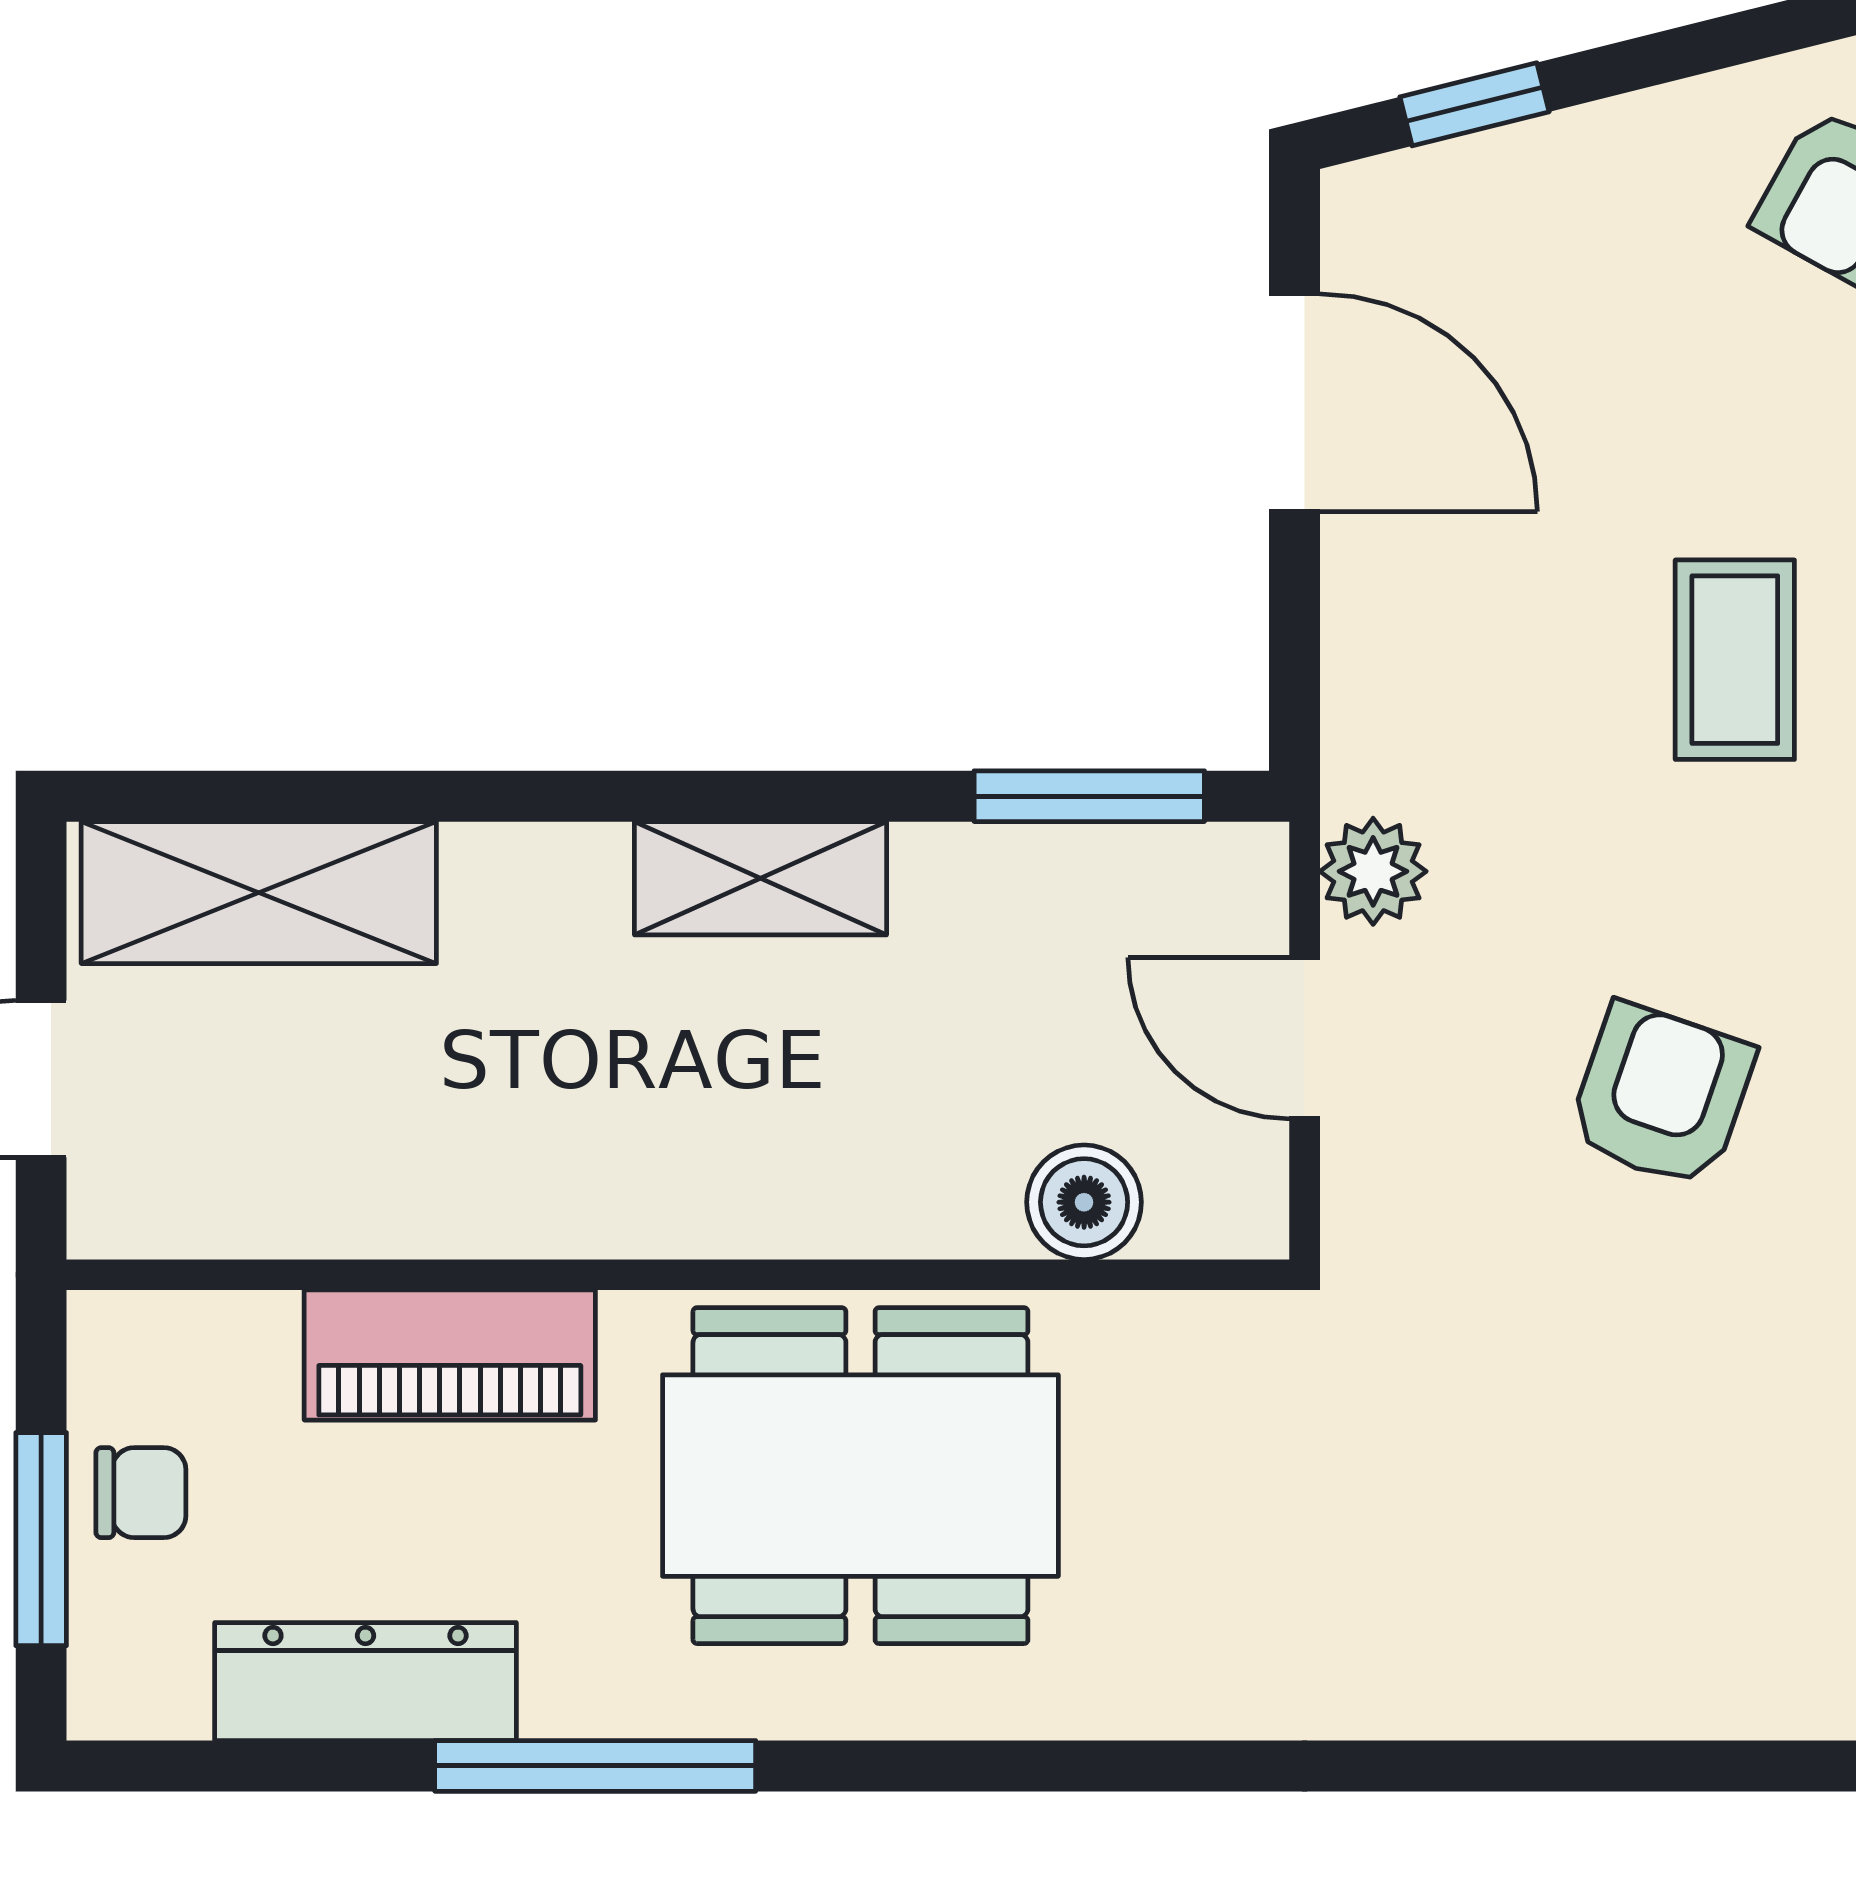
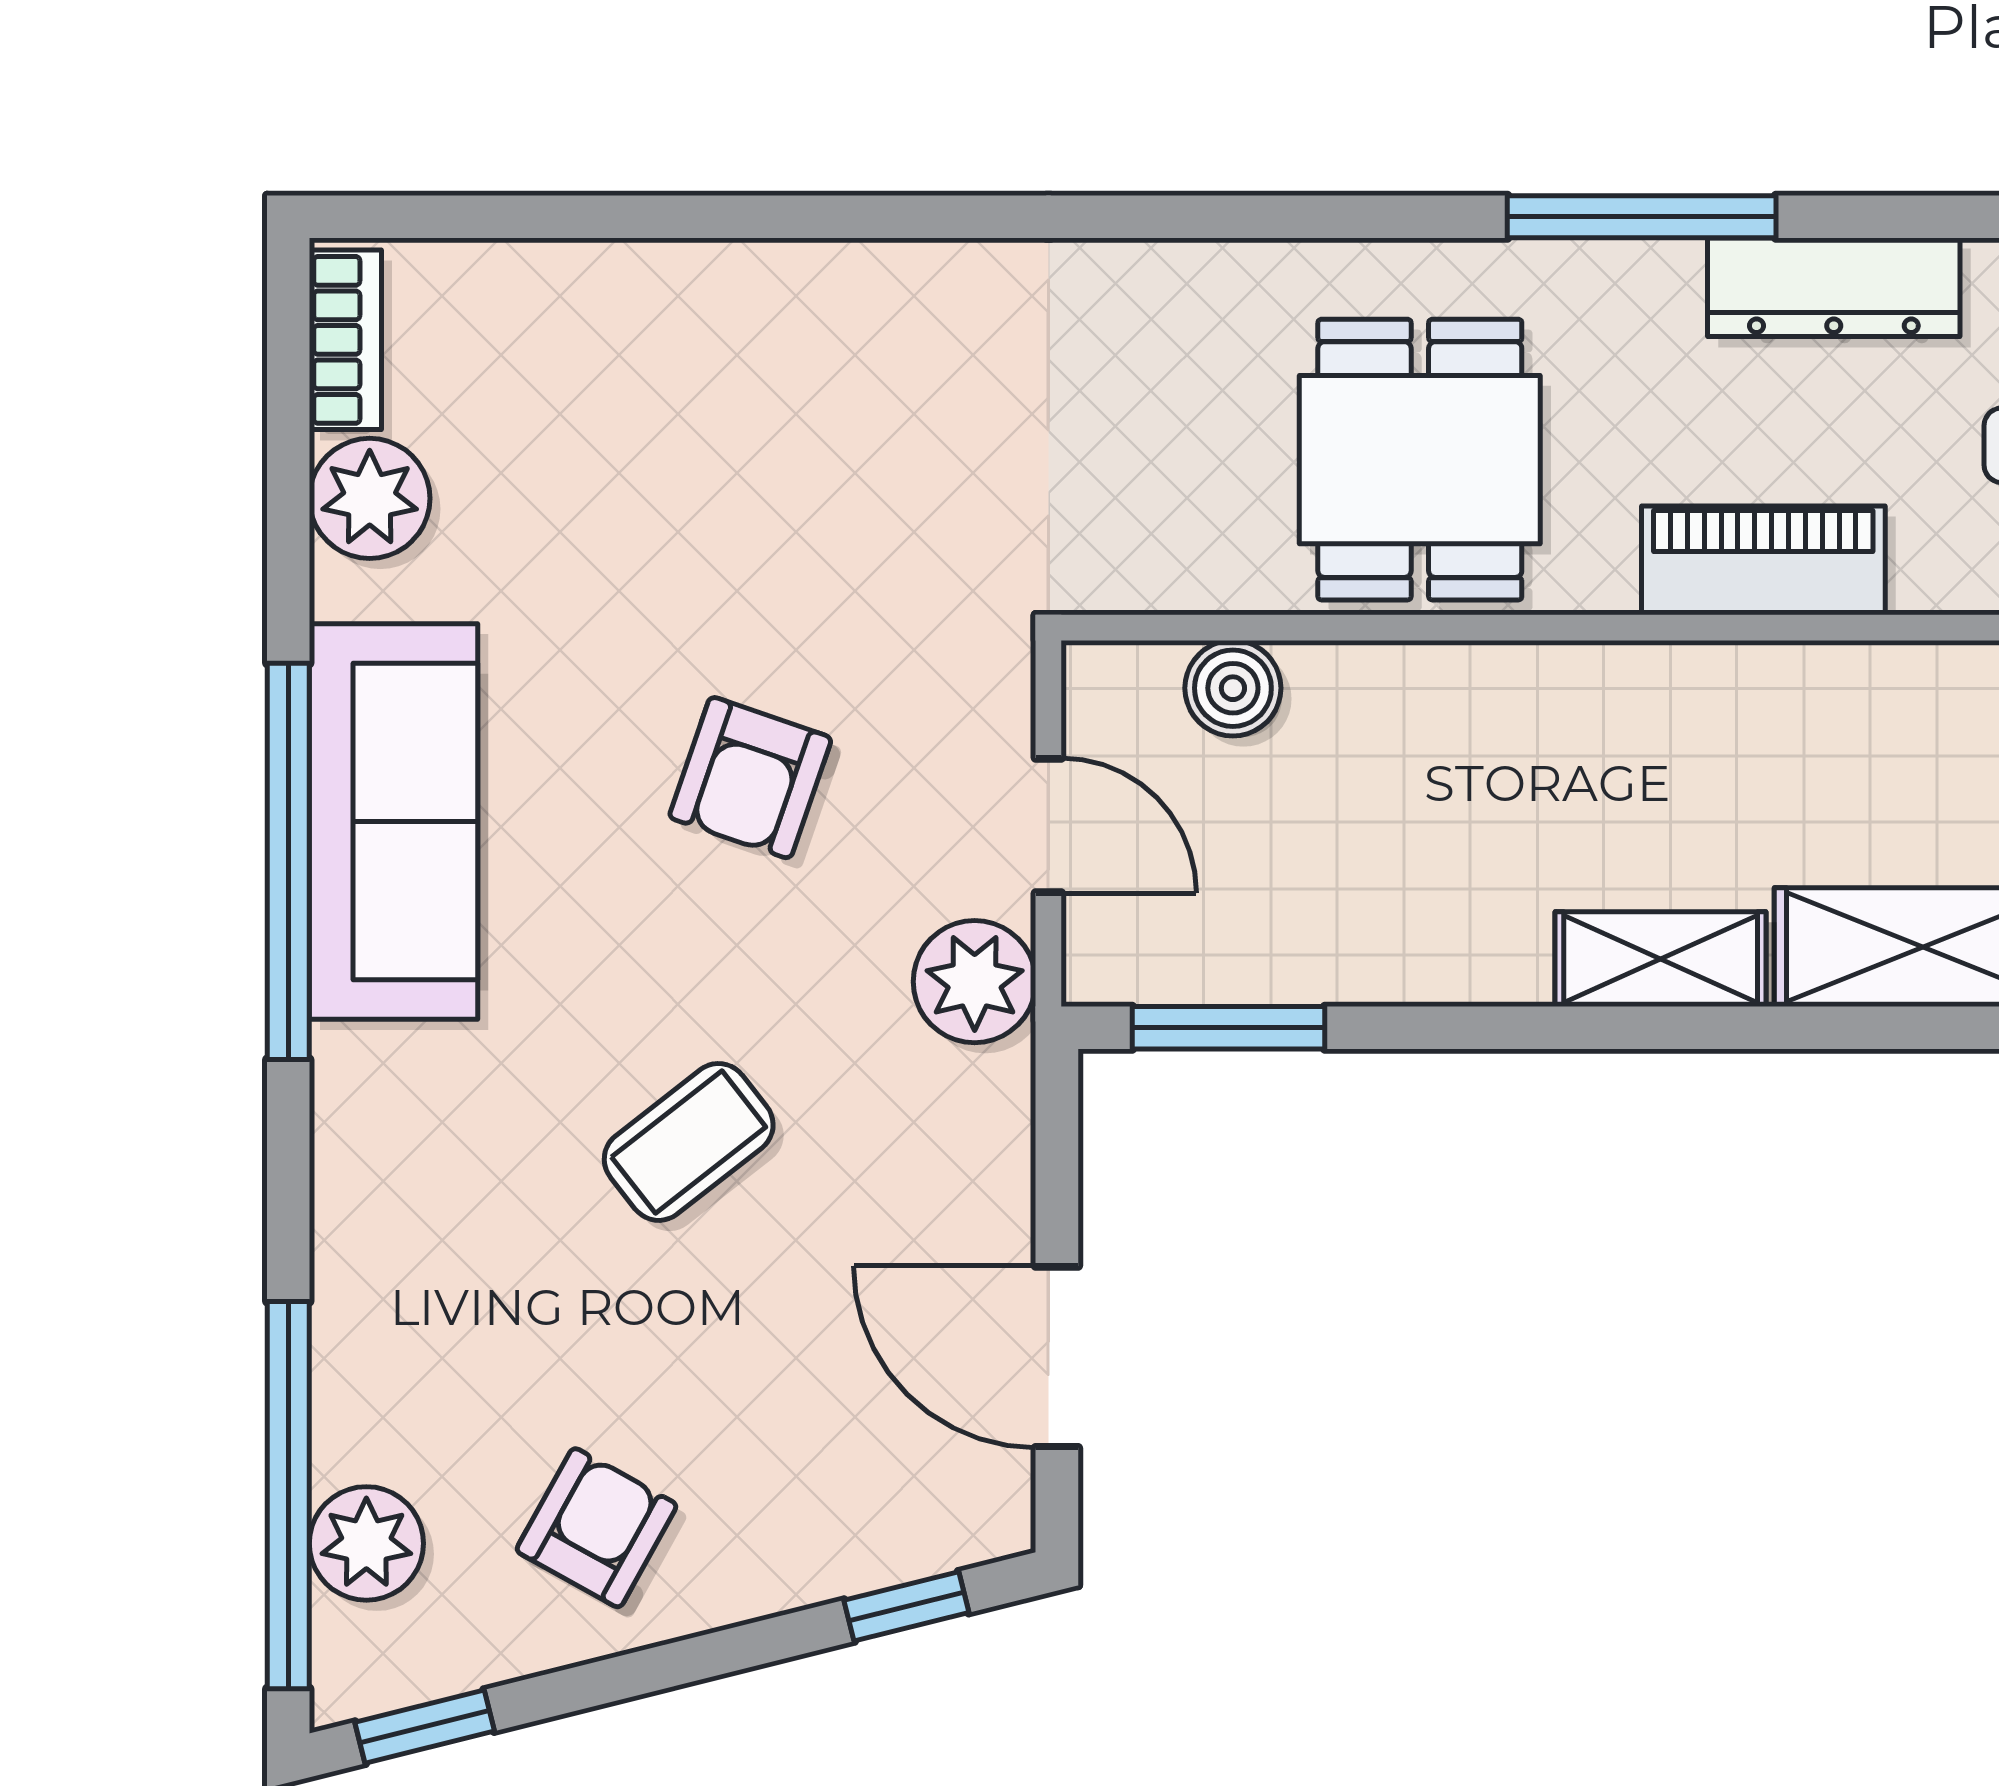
coffee table: (1735, 660) -> (689, 1142), turned 52
plant: (1373, 871) -> (975, 982), width x1.38, depth x1.38
shelving: (761, 878) -> (1661, 959), moved
dining table: (860, 1476) -> (1420, 460), width x0.73

